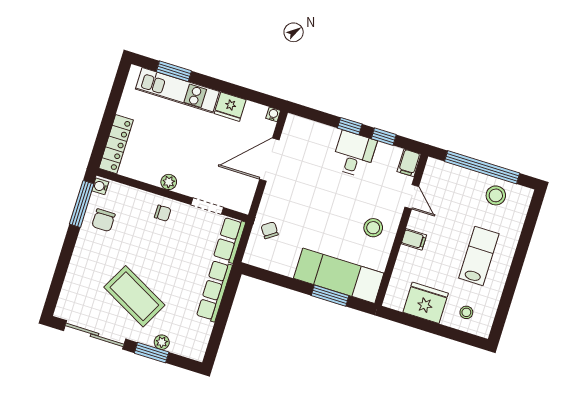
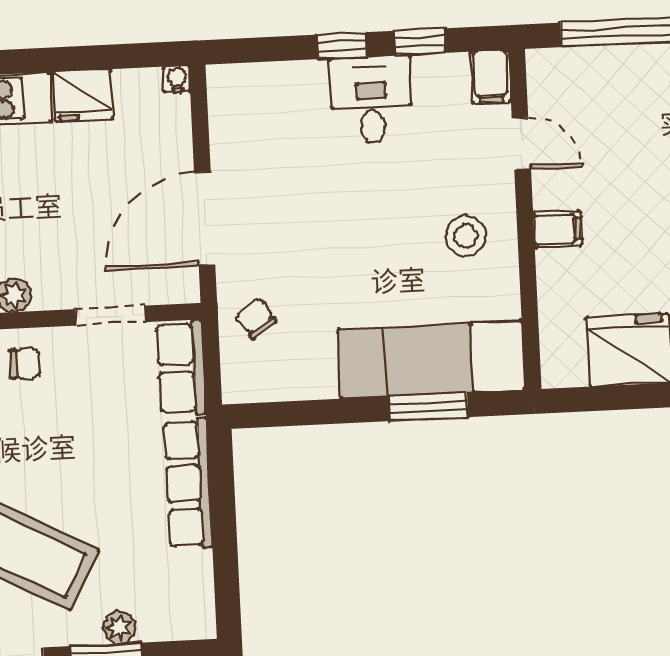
door: (269, 160) -> (205, 219), moved

